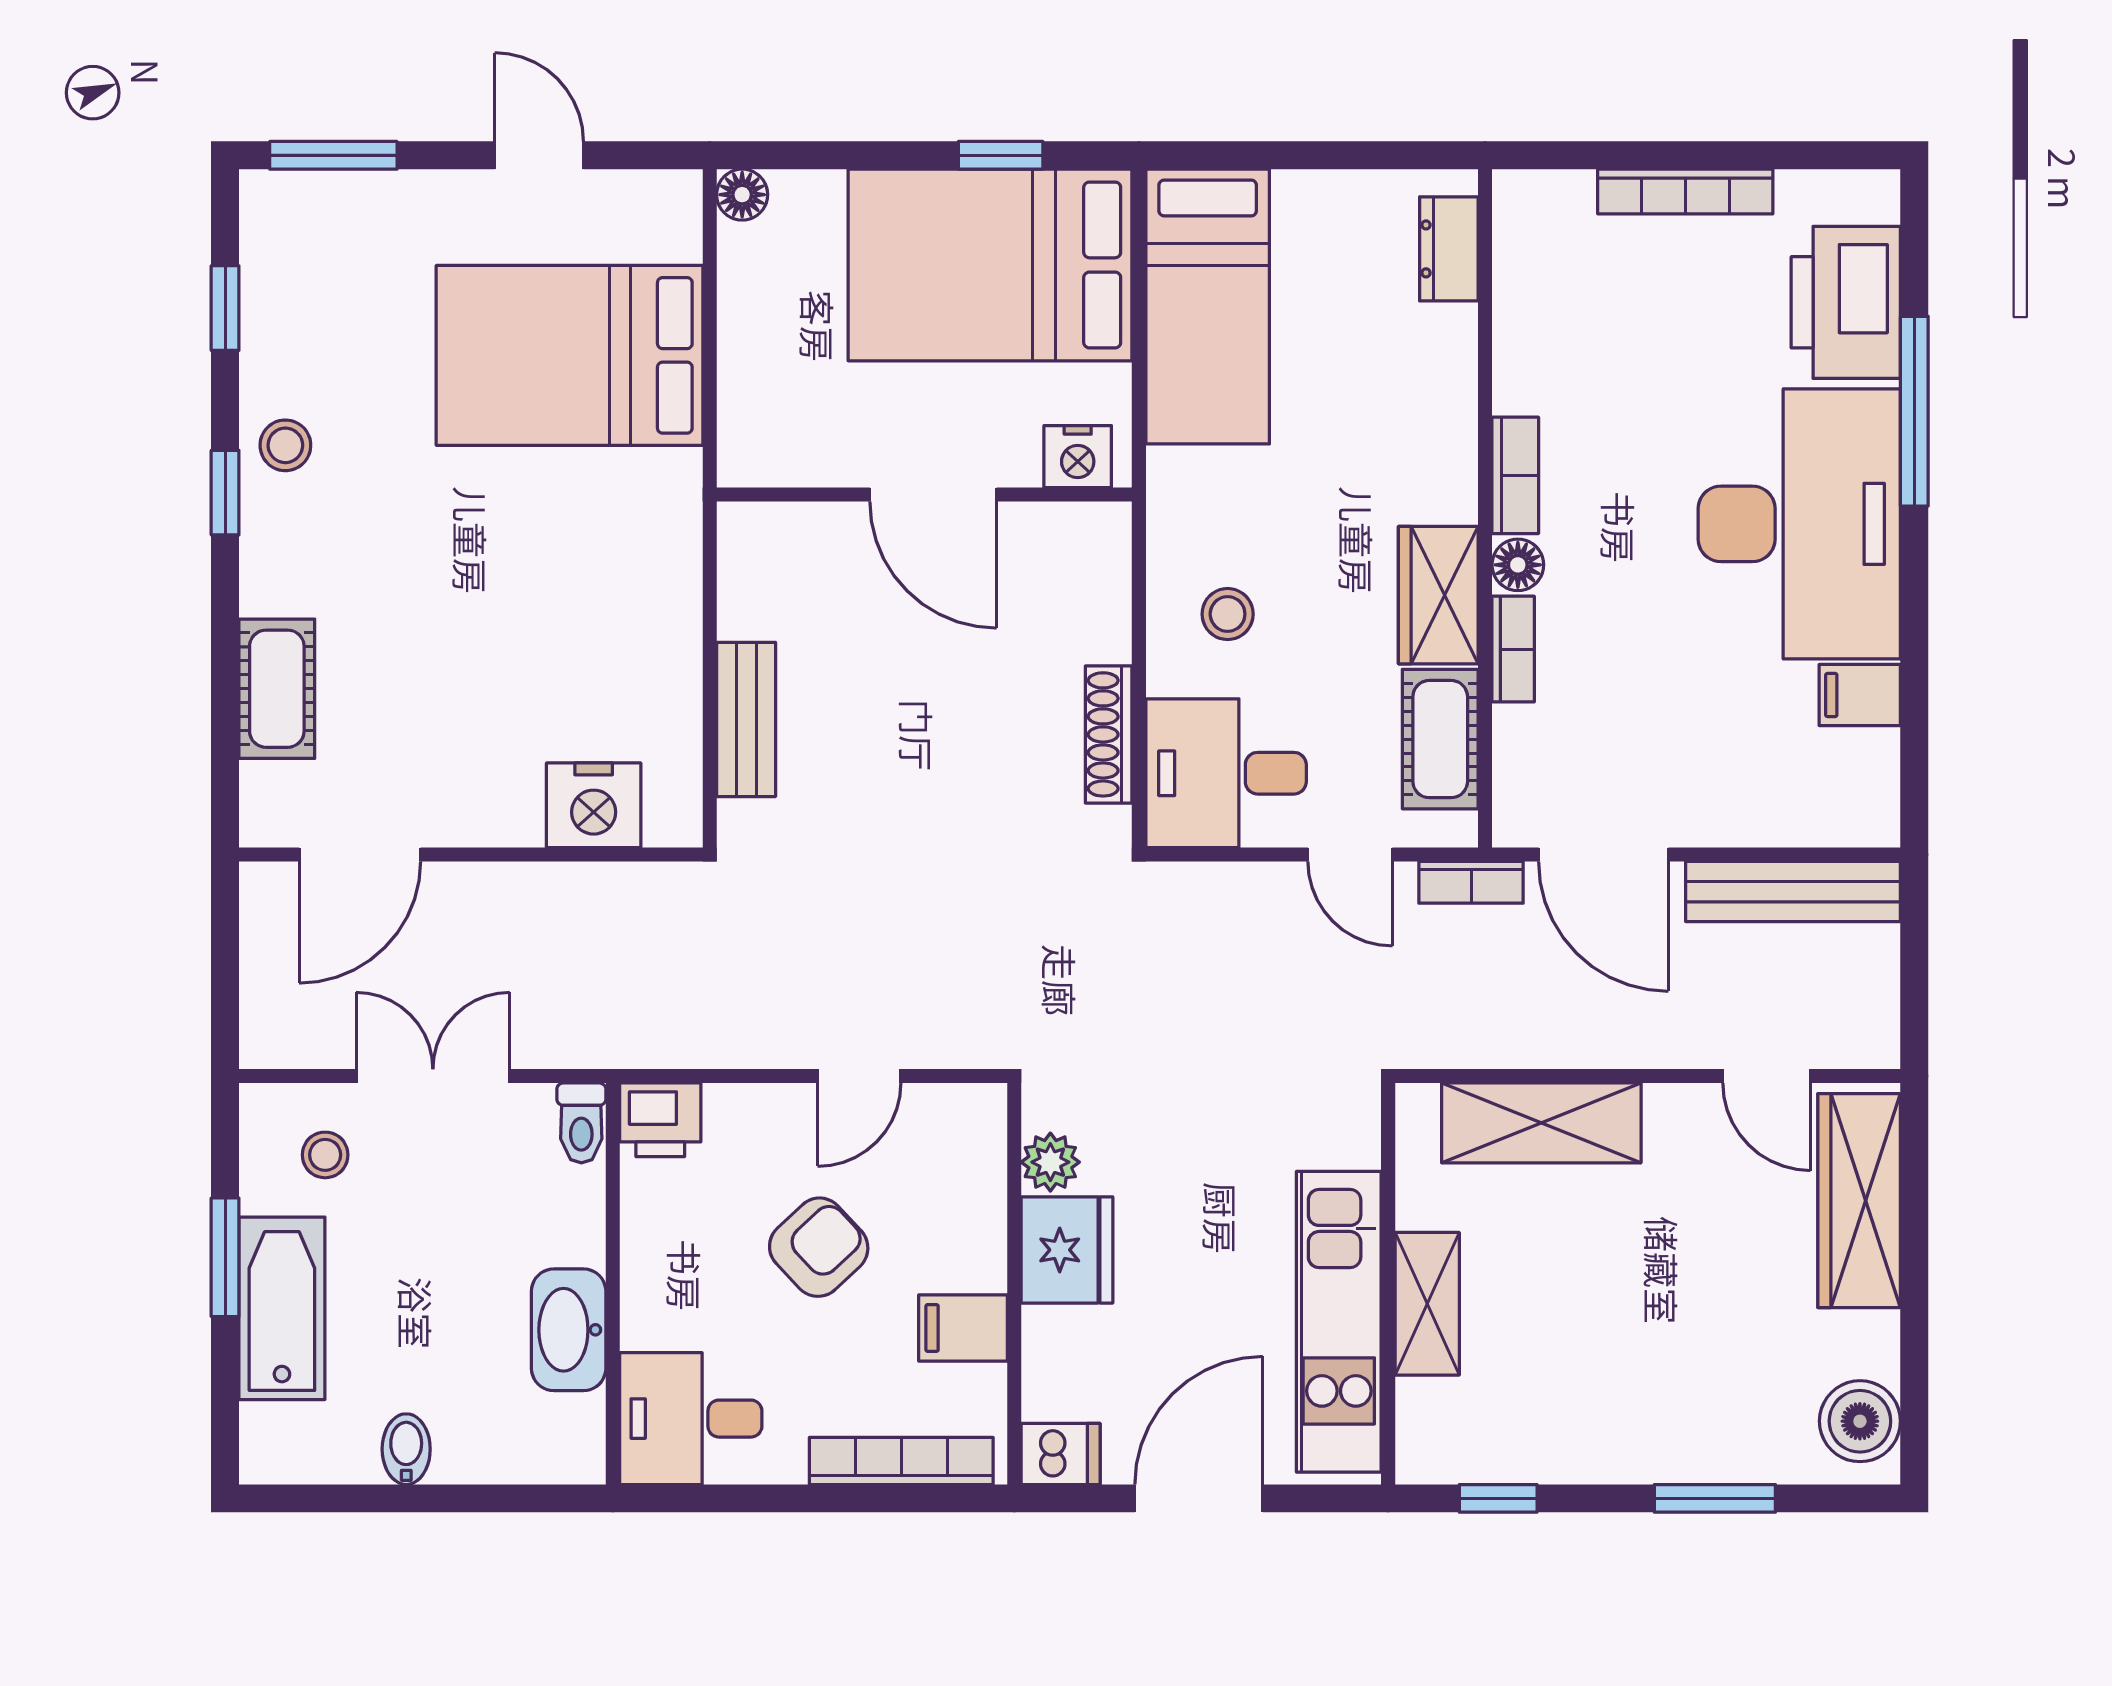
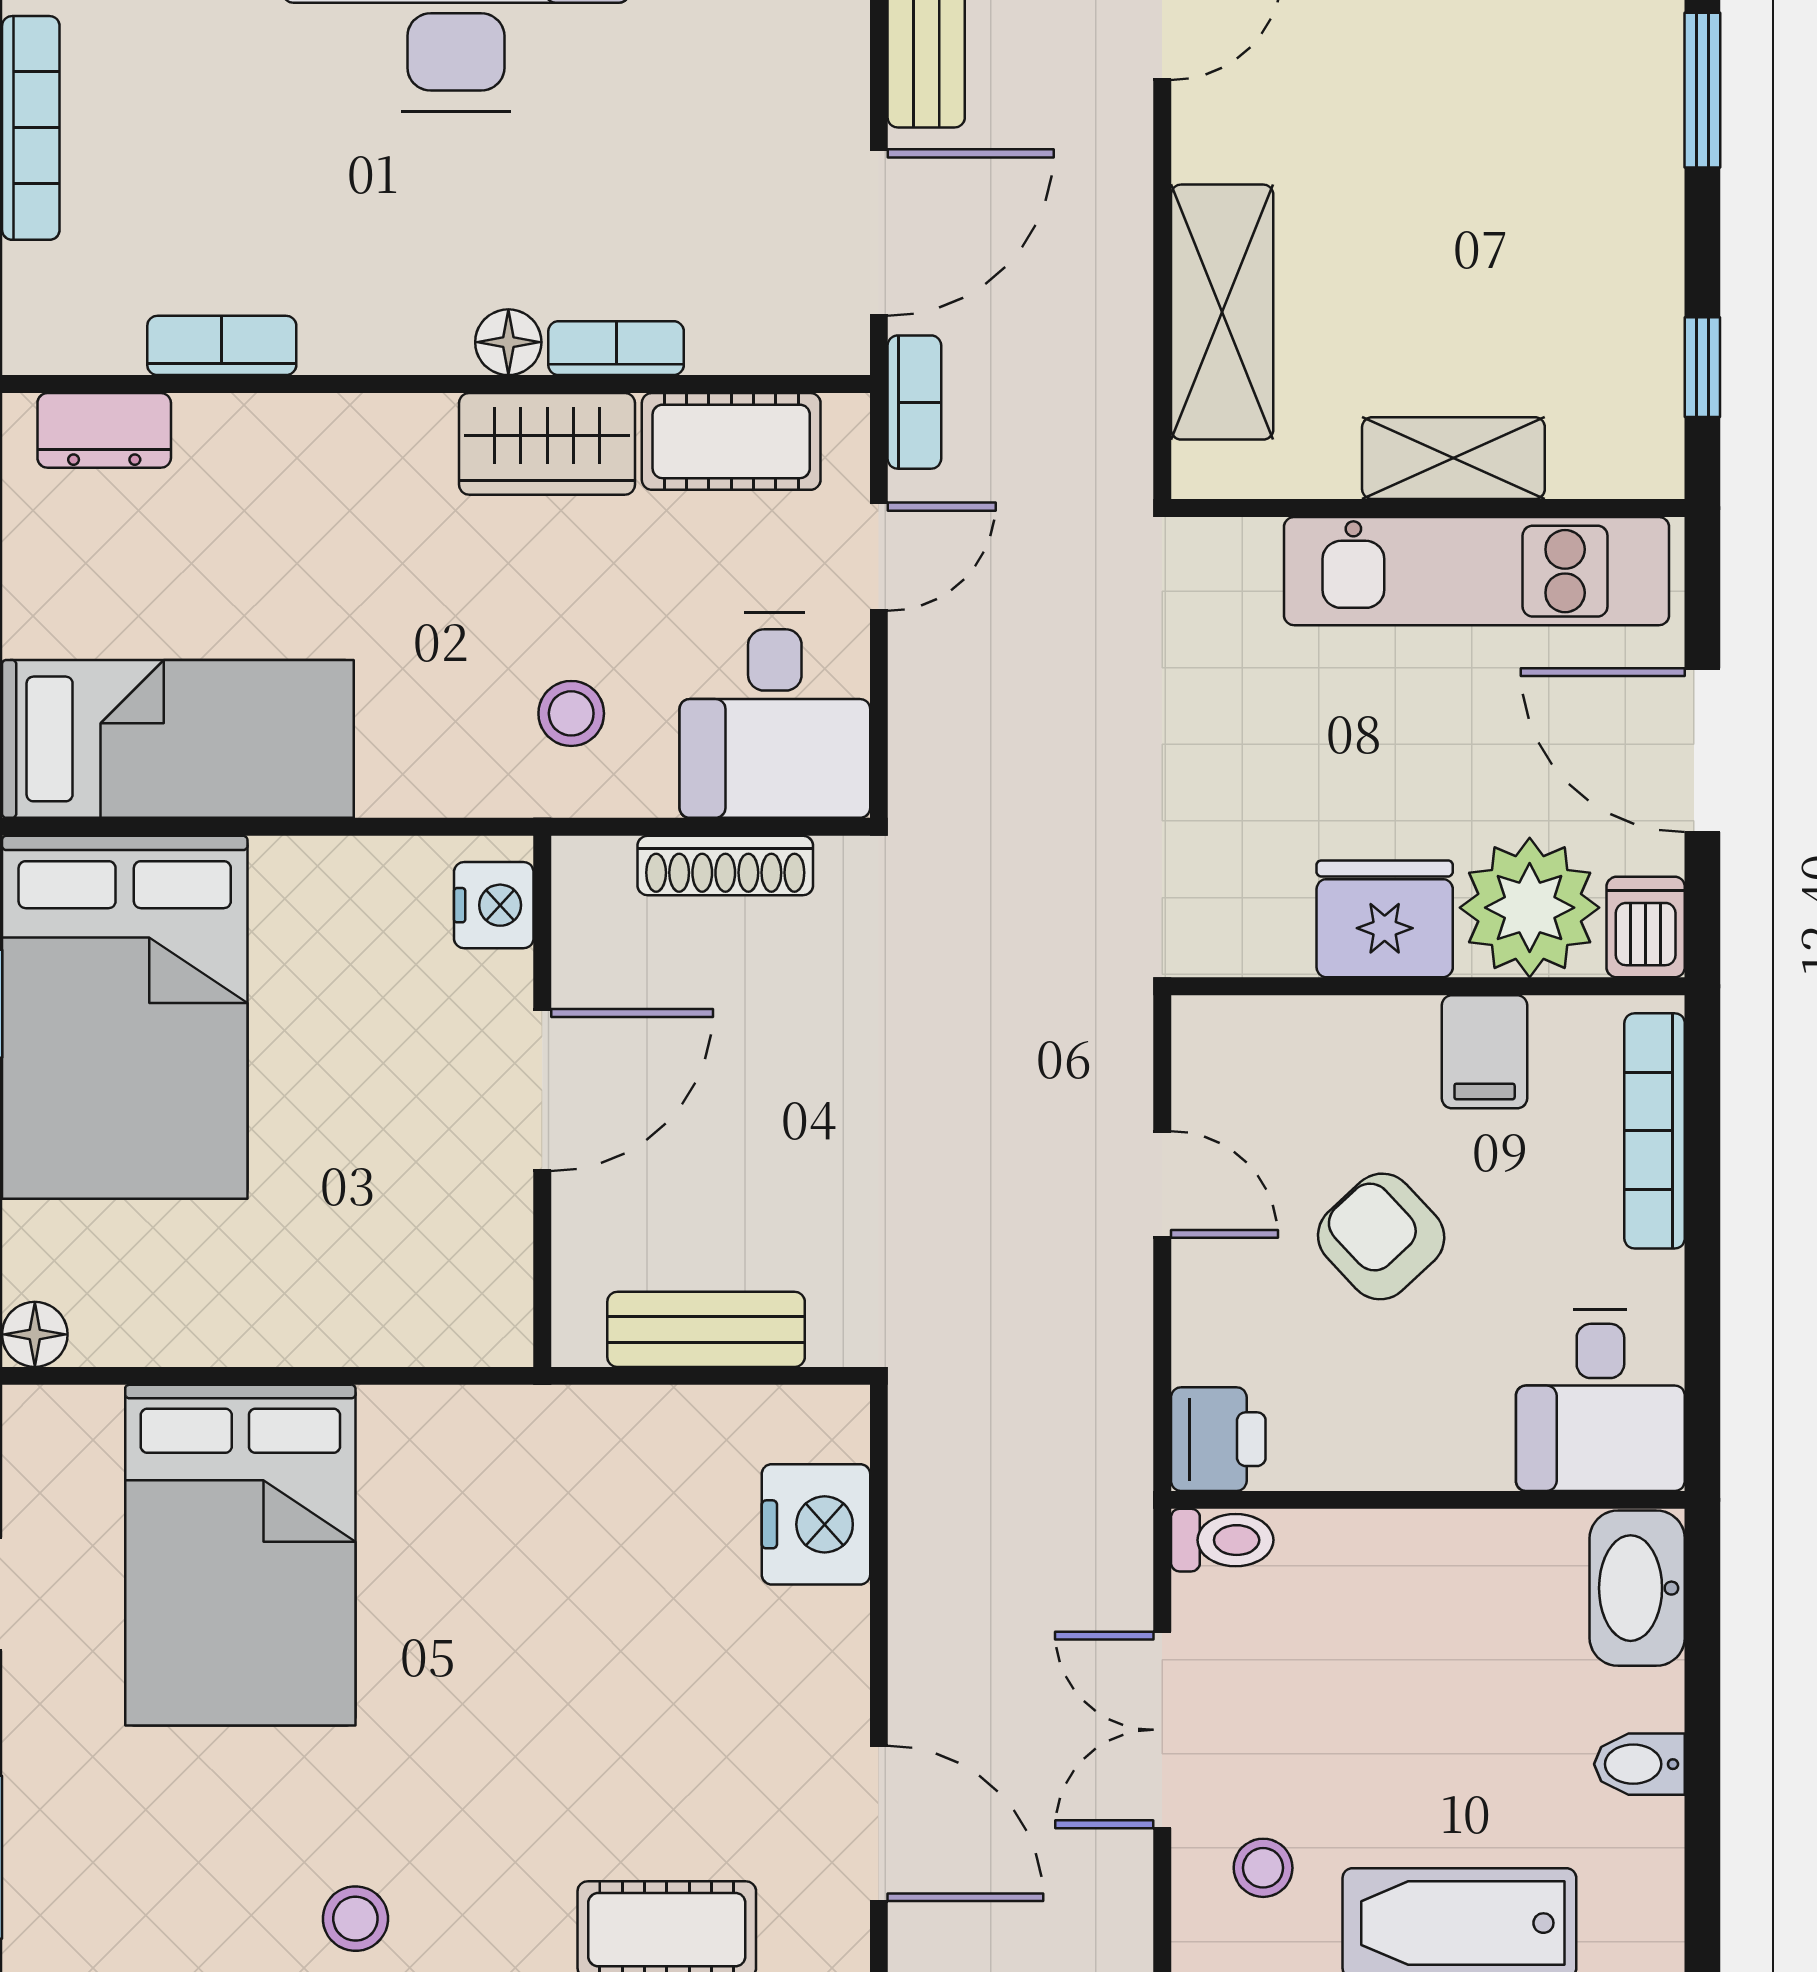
nightstand: (1078, 457) -> (494, 905), moved
bookcase: (1515, 475) -> (222, 345), moved
wall: (924, 495) -> (542, 1101), moved
door: (933, 495) -> (542, 1090), moved
plant: (1050, 1162) -> (1530, 908), moved, width x1.88, depth x1.88
washbasin: (569, 1330) -> (1637, 1588), moved, turned 90

